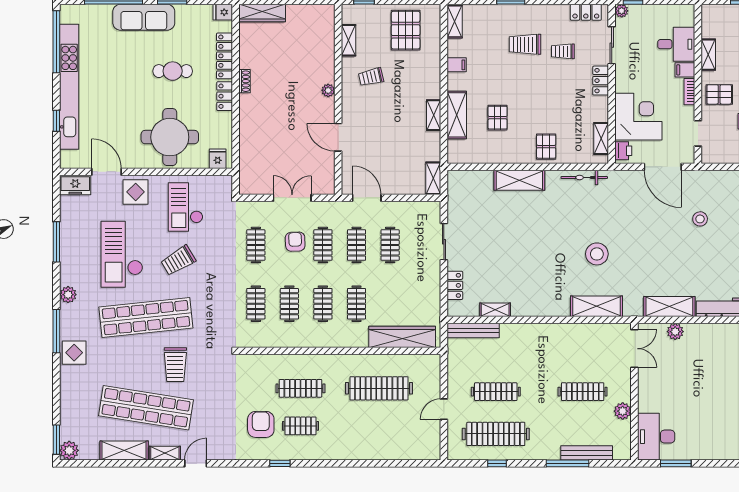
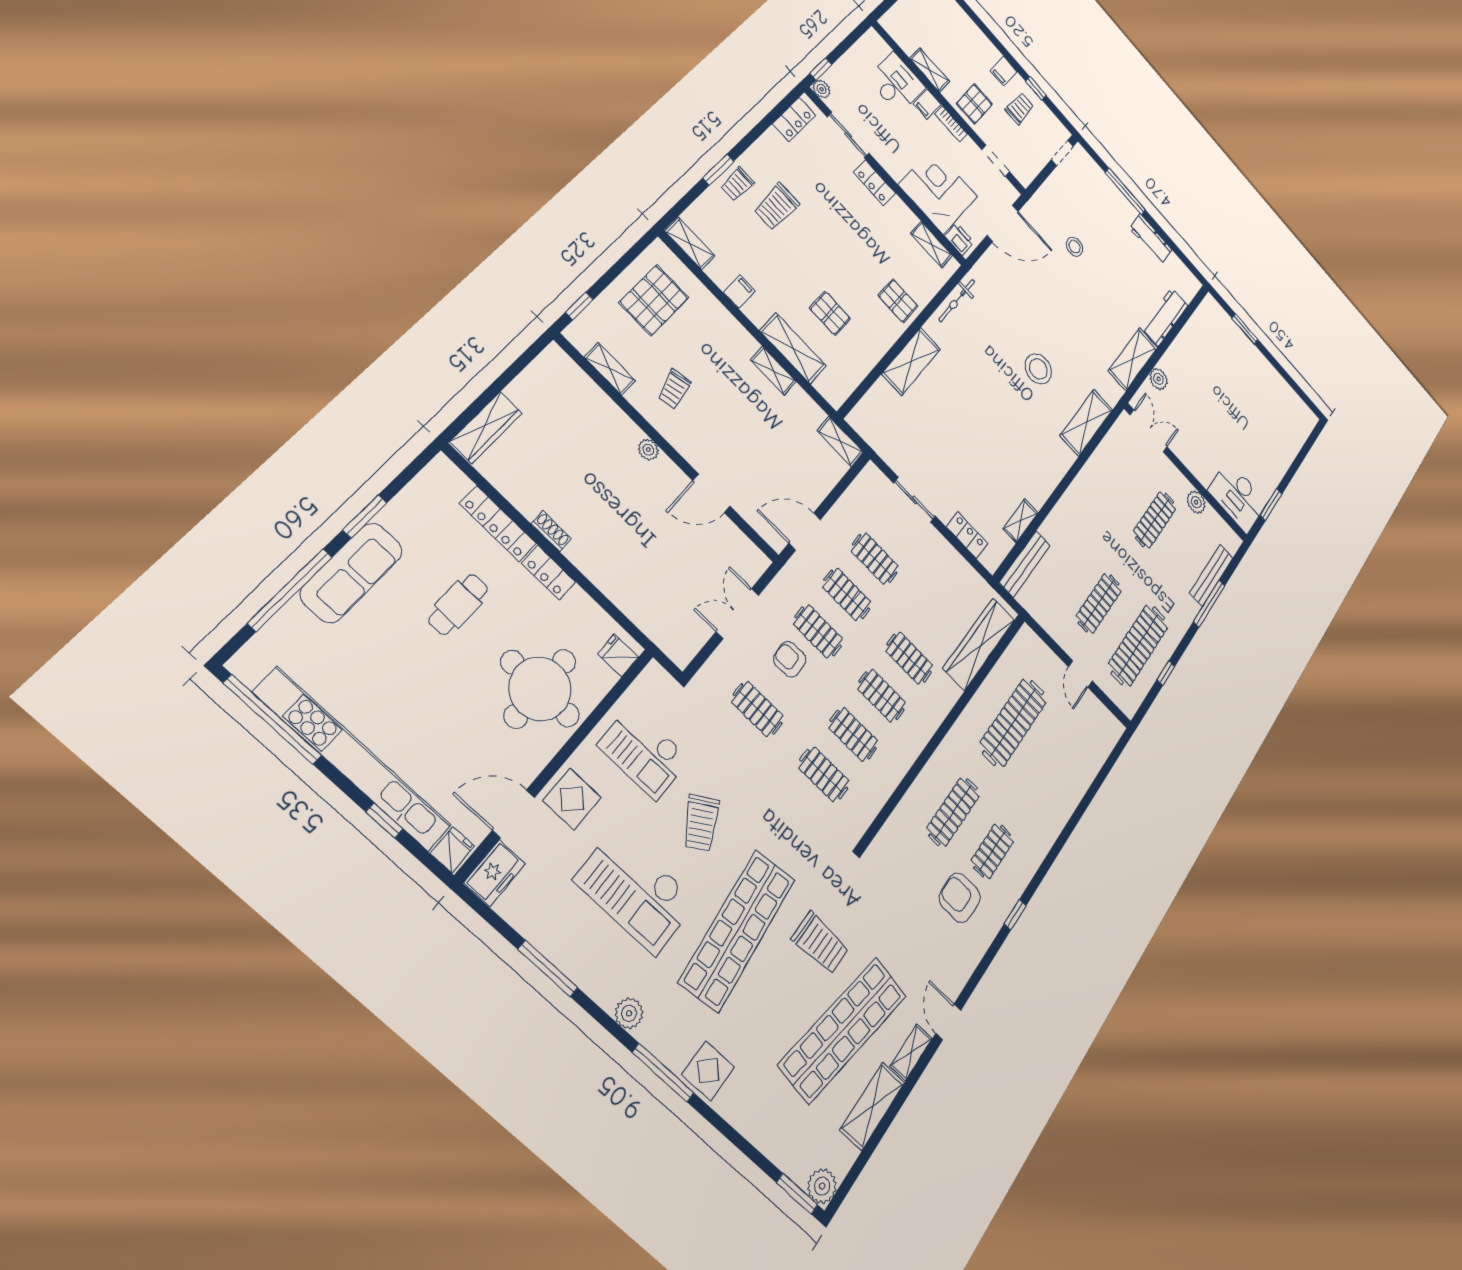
fridge: (223, 12) -> (452, 850), moved, turned 180
pallet: (406, 30) -> (654, 300), turned 90
trolley: (563, 51) -> (737, 184), moved

